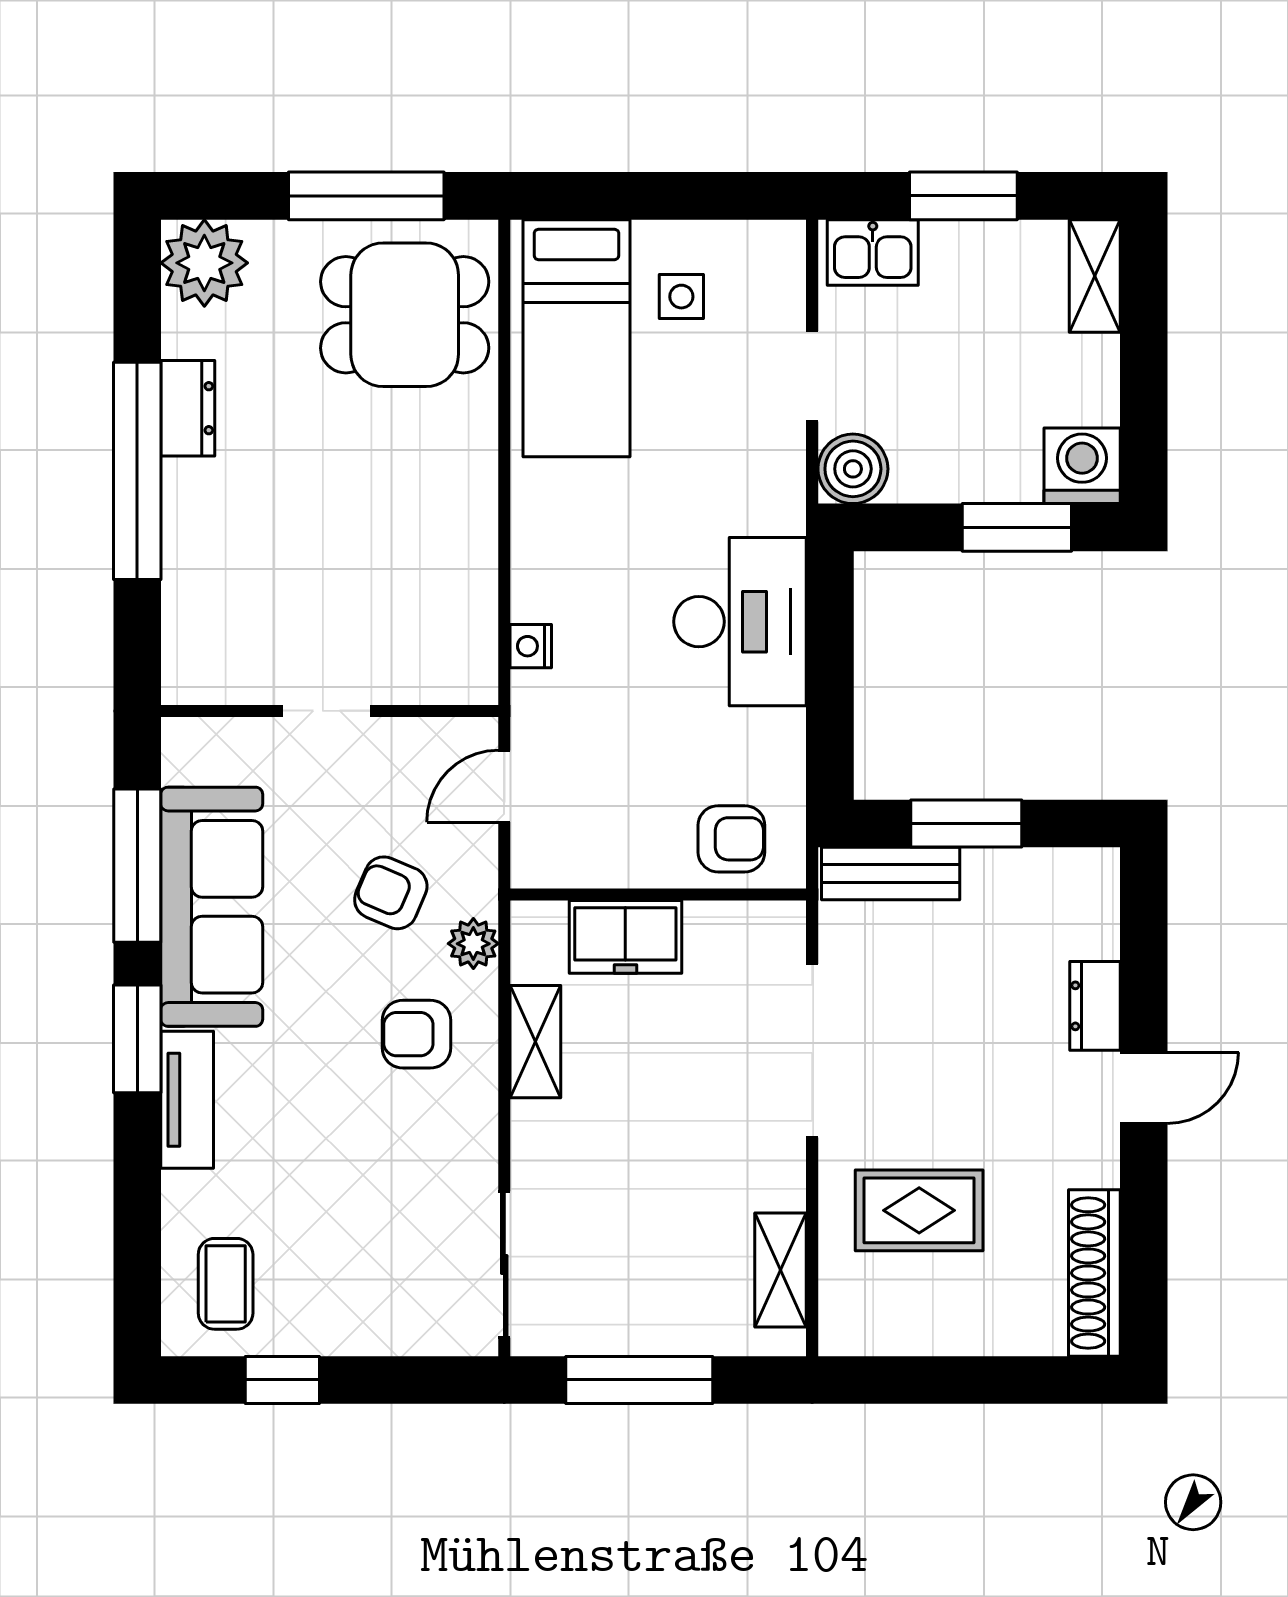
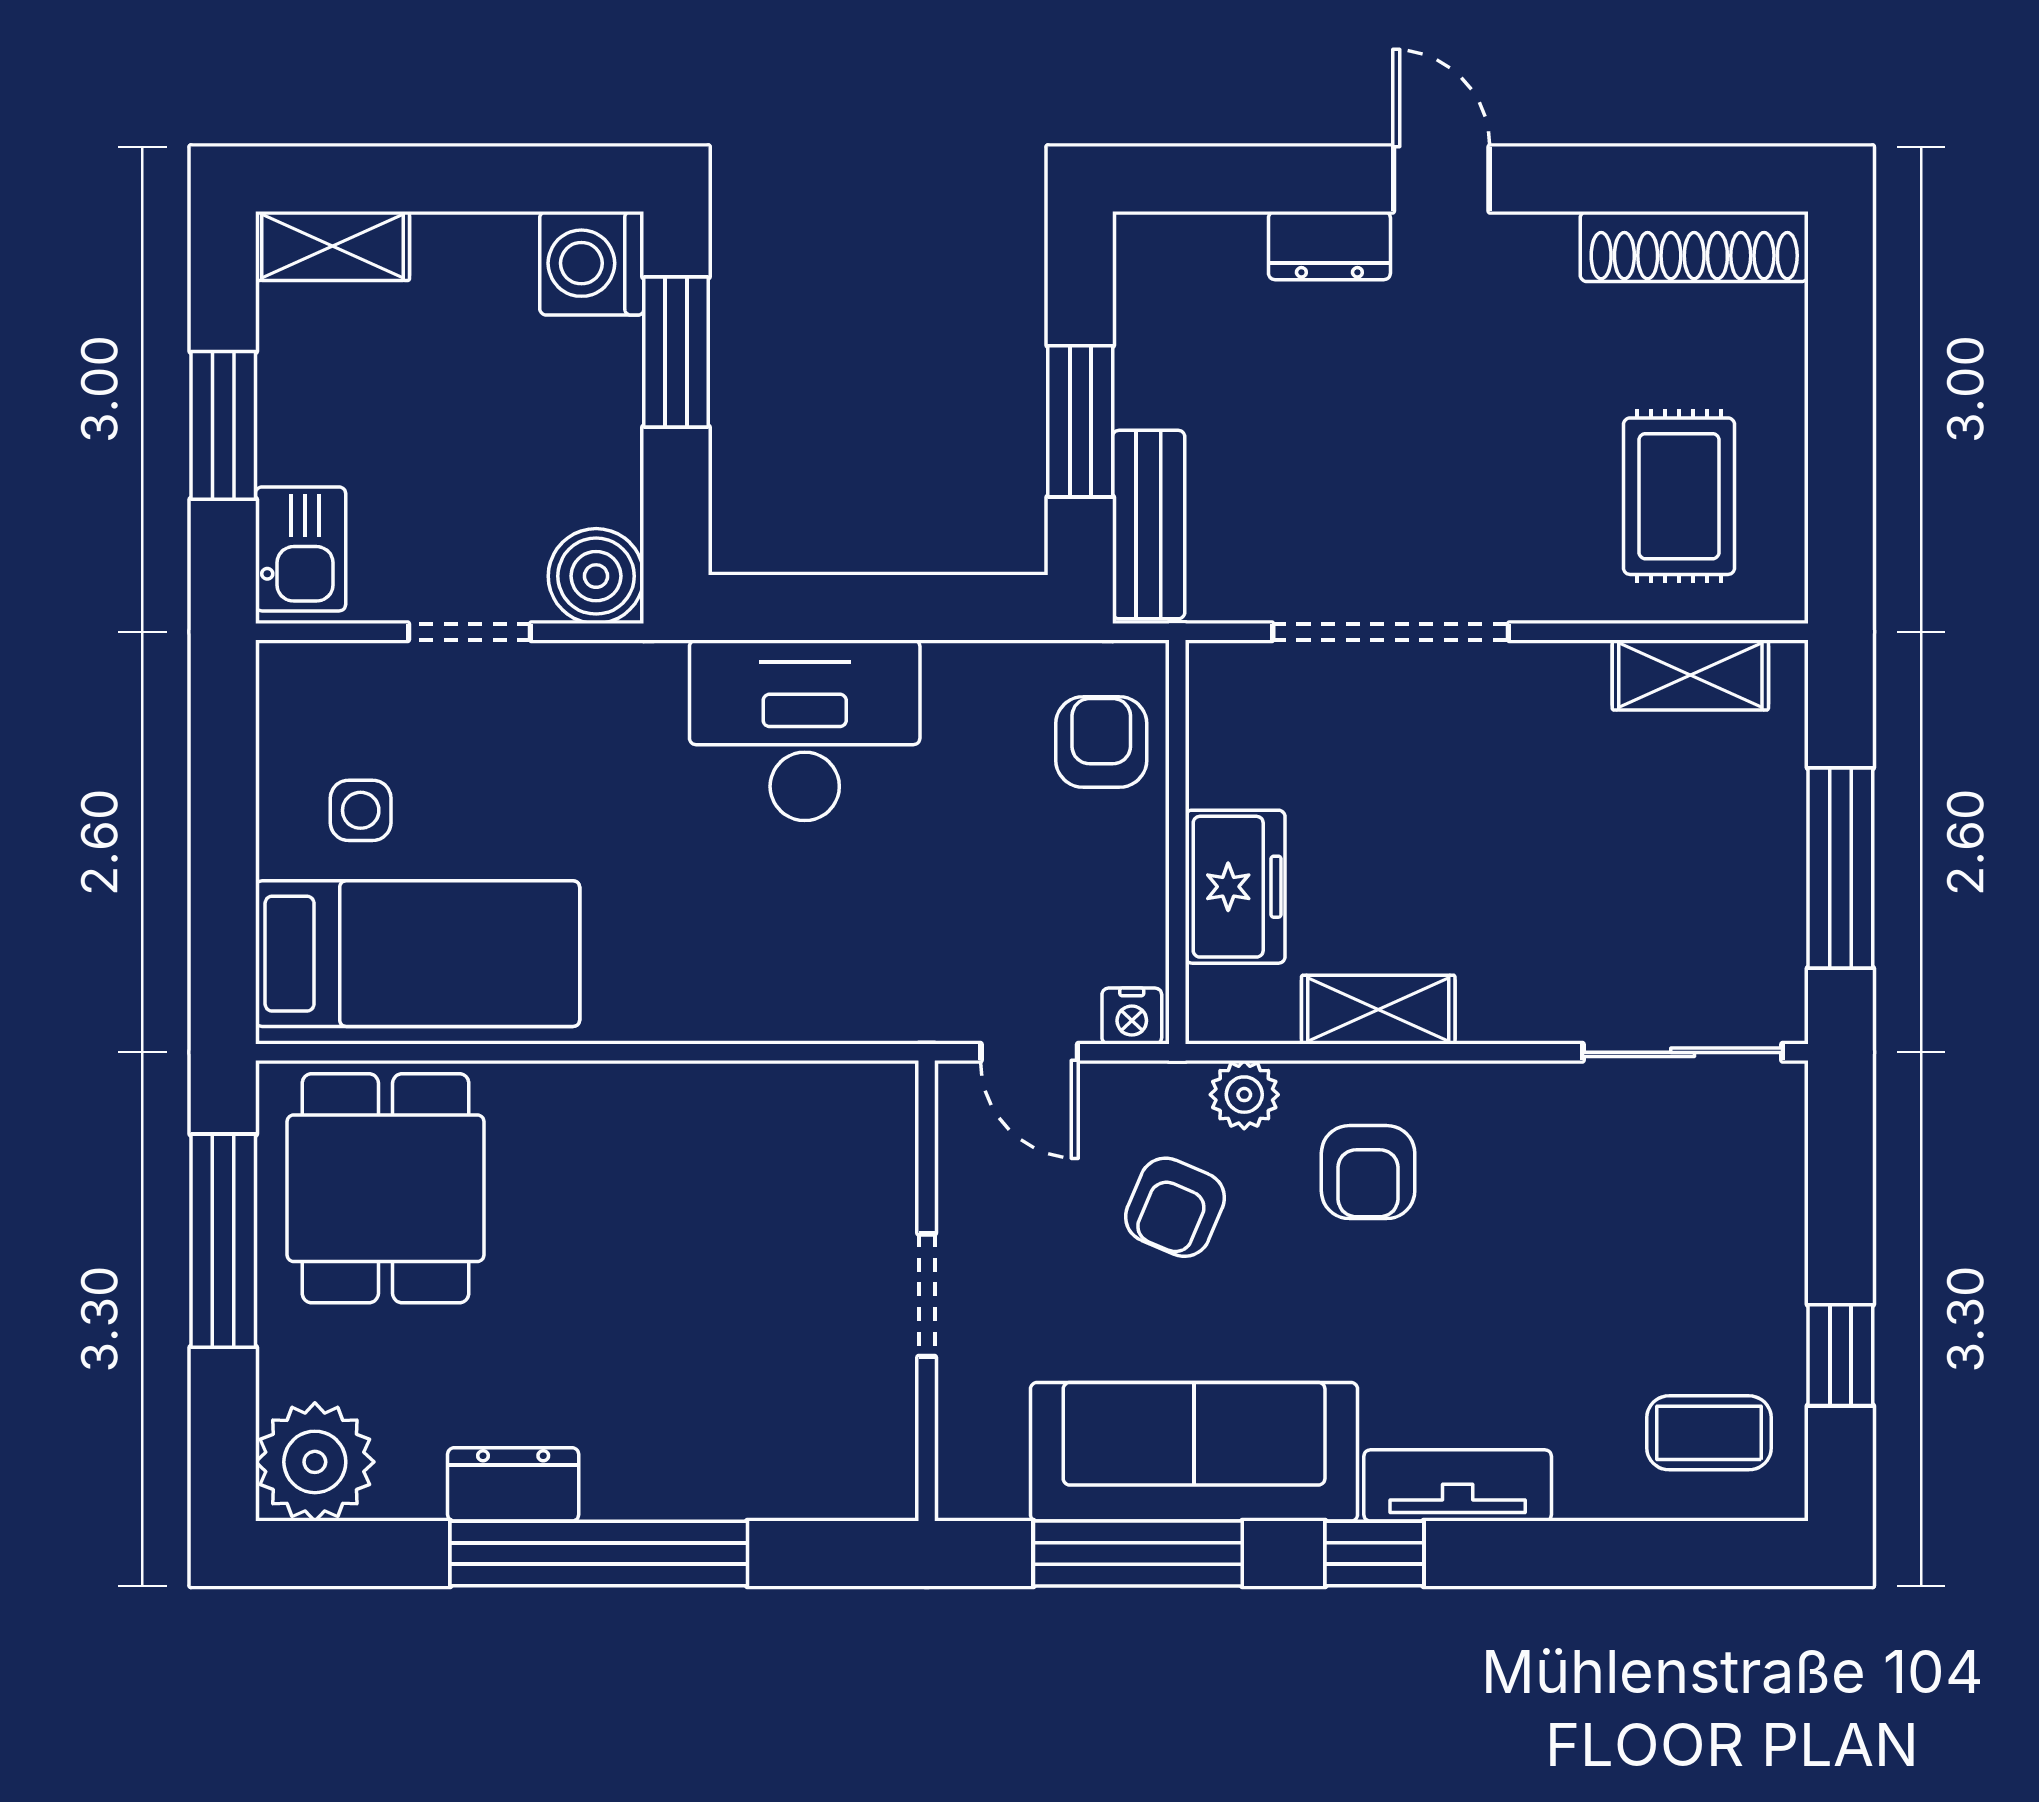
nightstand: (531, 646) -> (1132, 1016), moved
window: (137, 1039) -> (1374, 1554), width x0.67
rug: (919, 1210) -> (1679, 496), moved

